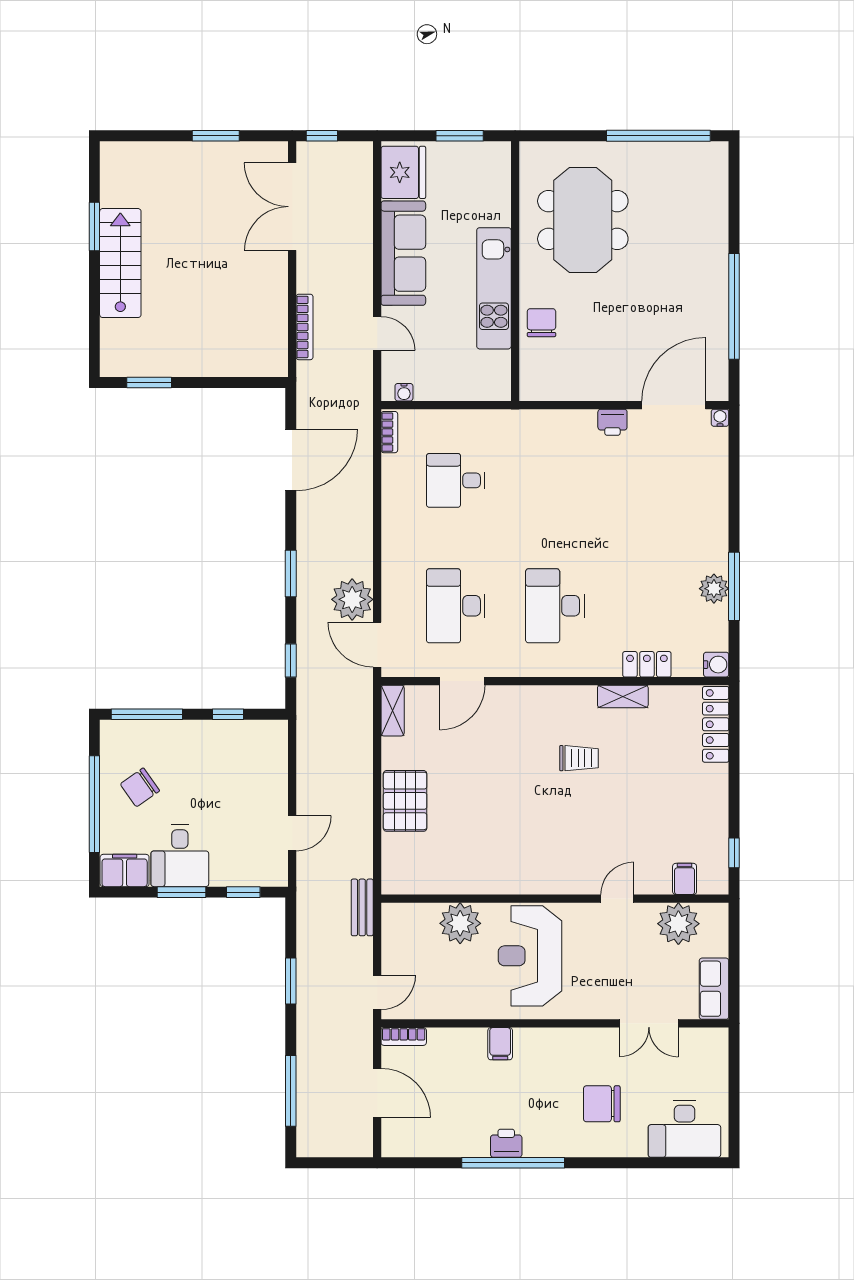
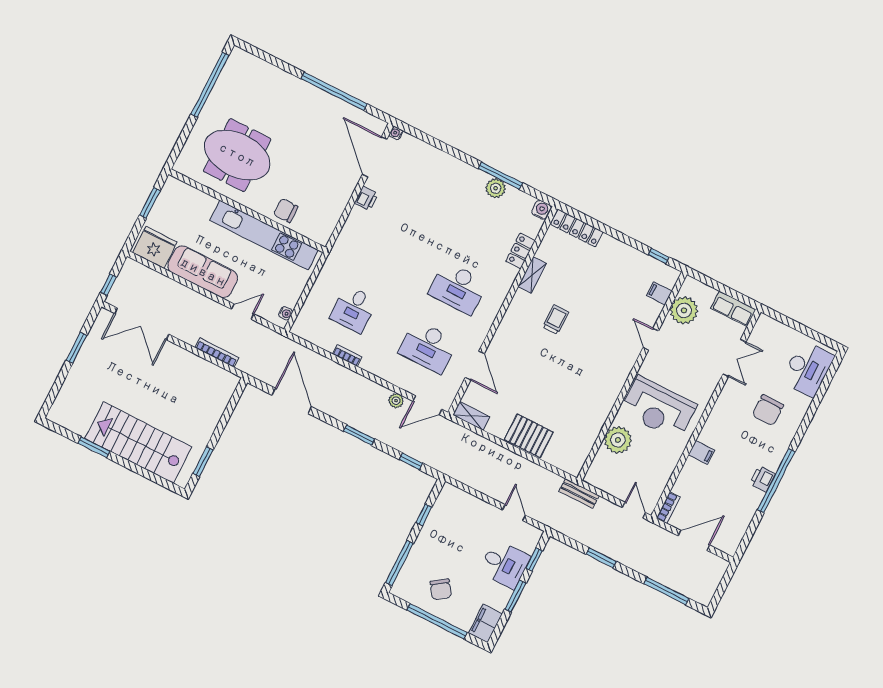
stairs: (120, 263) -> (138, 443), width x1.36, depth x1.51
kitchen unit: (494, 288) -> (264, 235), width x1.36
bookcase: (389, 432) -> (347, 355), moved
plant: (352, 599) -> (396, 401), width x0.53, depth x0.53
desk: (180, 856) -> (505, 564), moved

